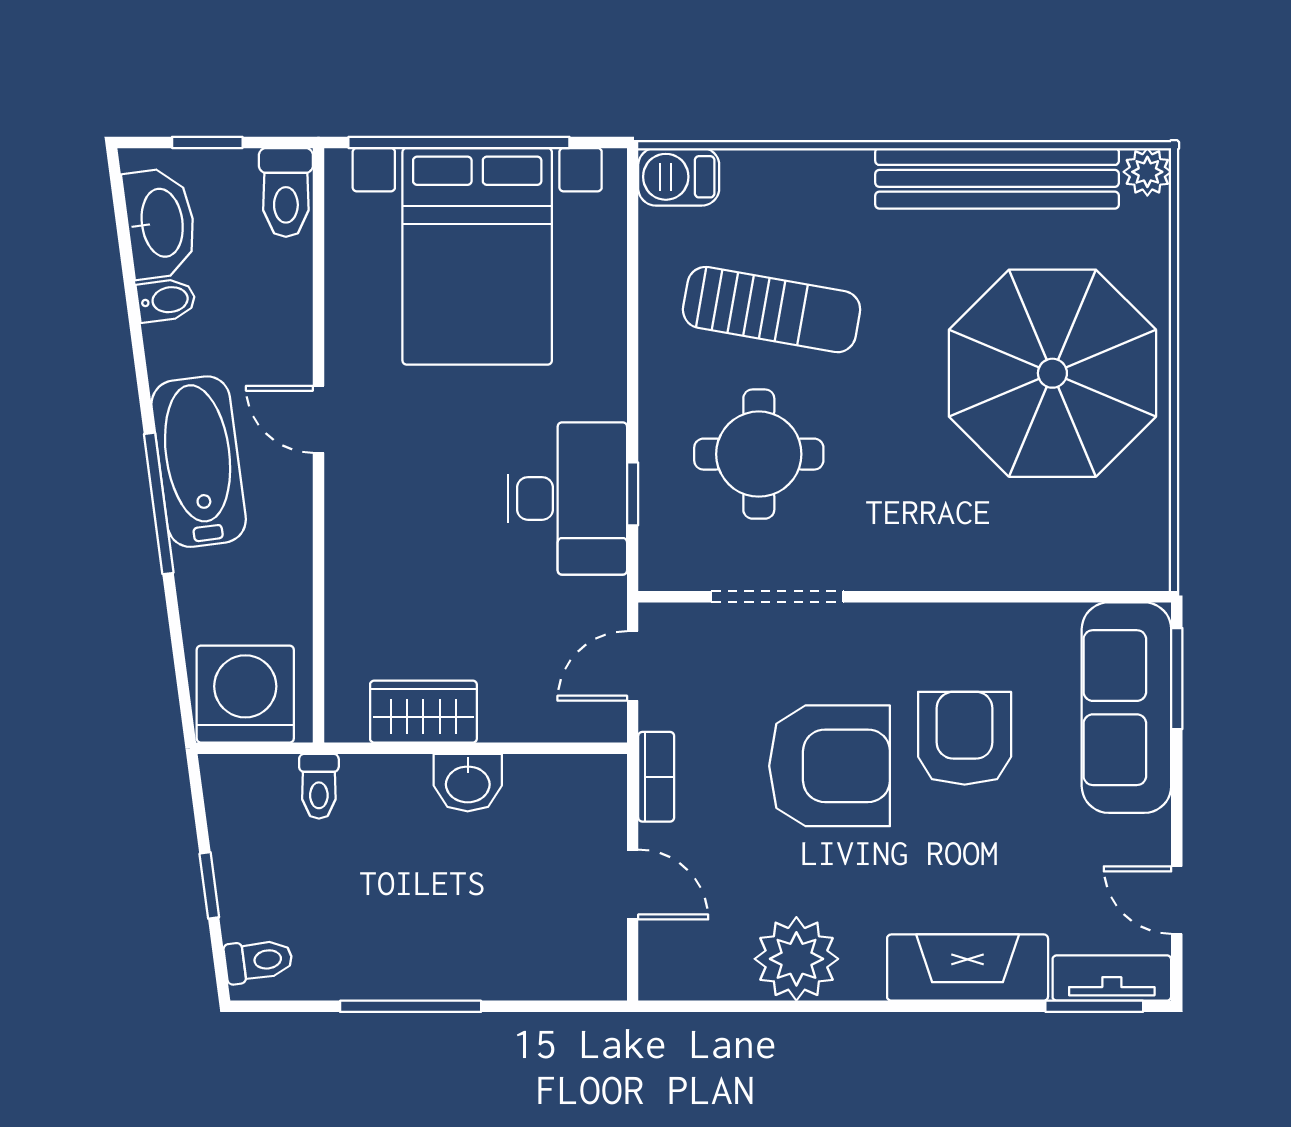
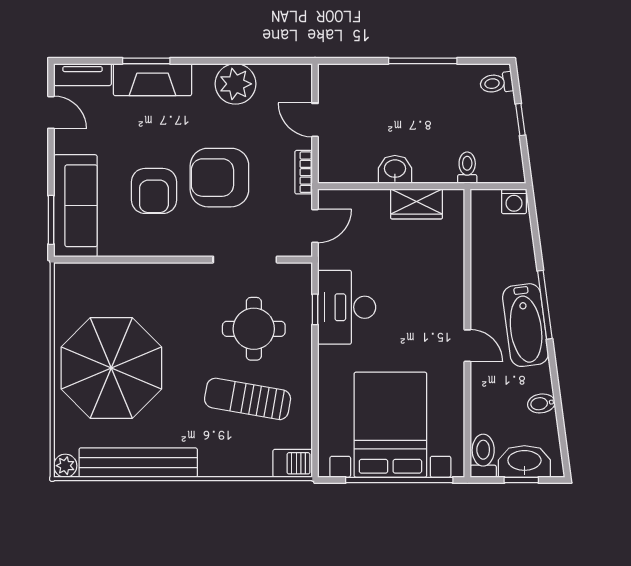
washbasin: (160, 223) -> (524, 461), moved, turned 98
washing machine: (245, 694) -> (514, 201), width x0.53, depth x0.53
window: (1094, 1006) -> (146, 61), moved

